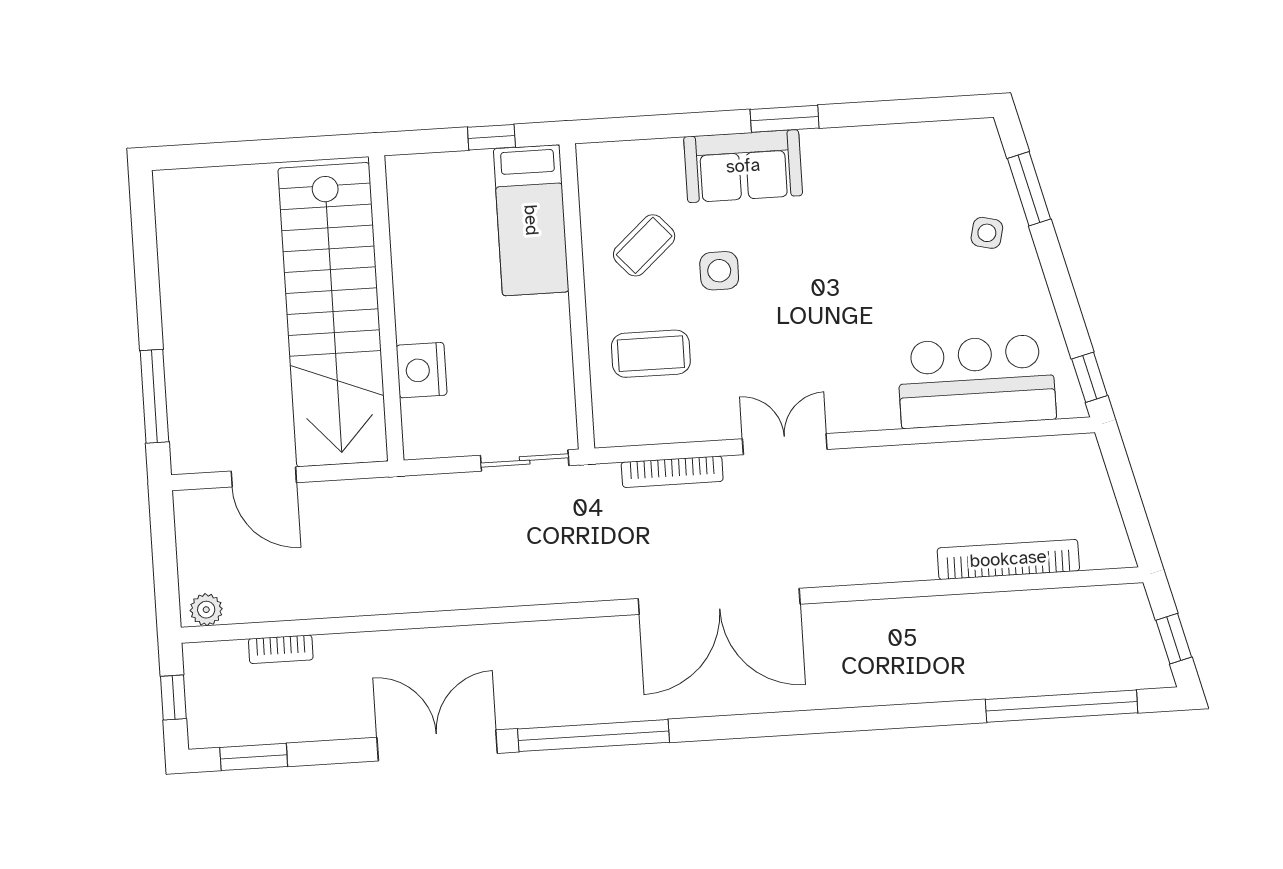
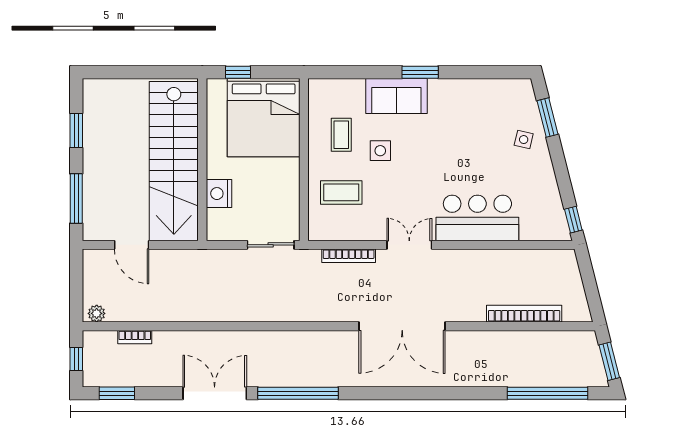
window: (491, 137) -> (238, 72), moved
bed: (531, 220) -> (264, 118), width x2.04
coffee table: (644, 245) -> (341, 135), turned -48
window: (146, 269) -> (76, 130), added
bar counter: (976, 381) -> (477, 218), moved
double door: (719, 601) -> (402, 326), moved
window: (1174, 639) -> (609, 361), width x1.50

